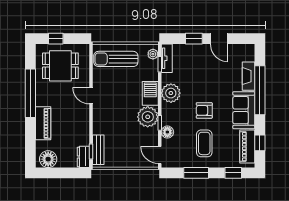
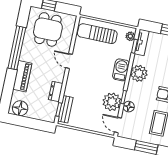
dining table: (60, 66) -> (48, 29), turned 90
plant: (148, 117) -> (112, 102), moved
dresser: (83, 157) -> (56, 92), moved

